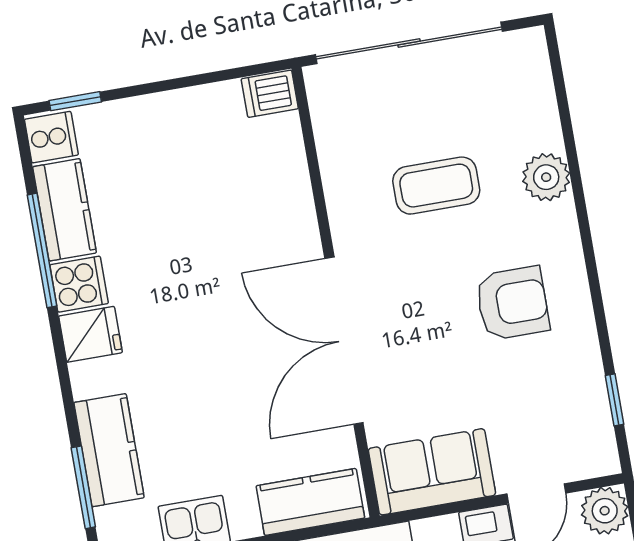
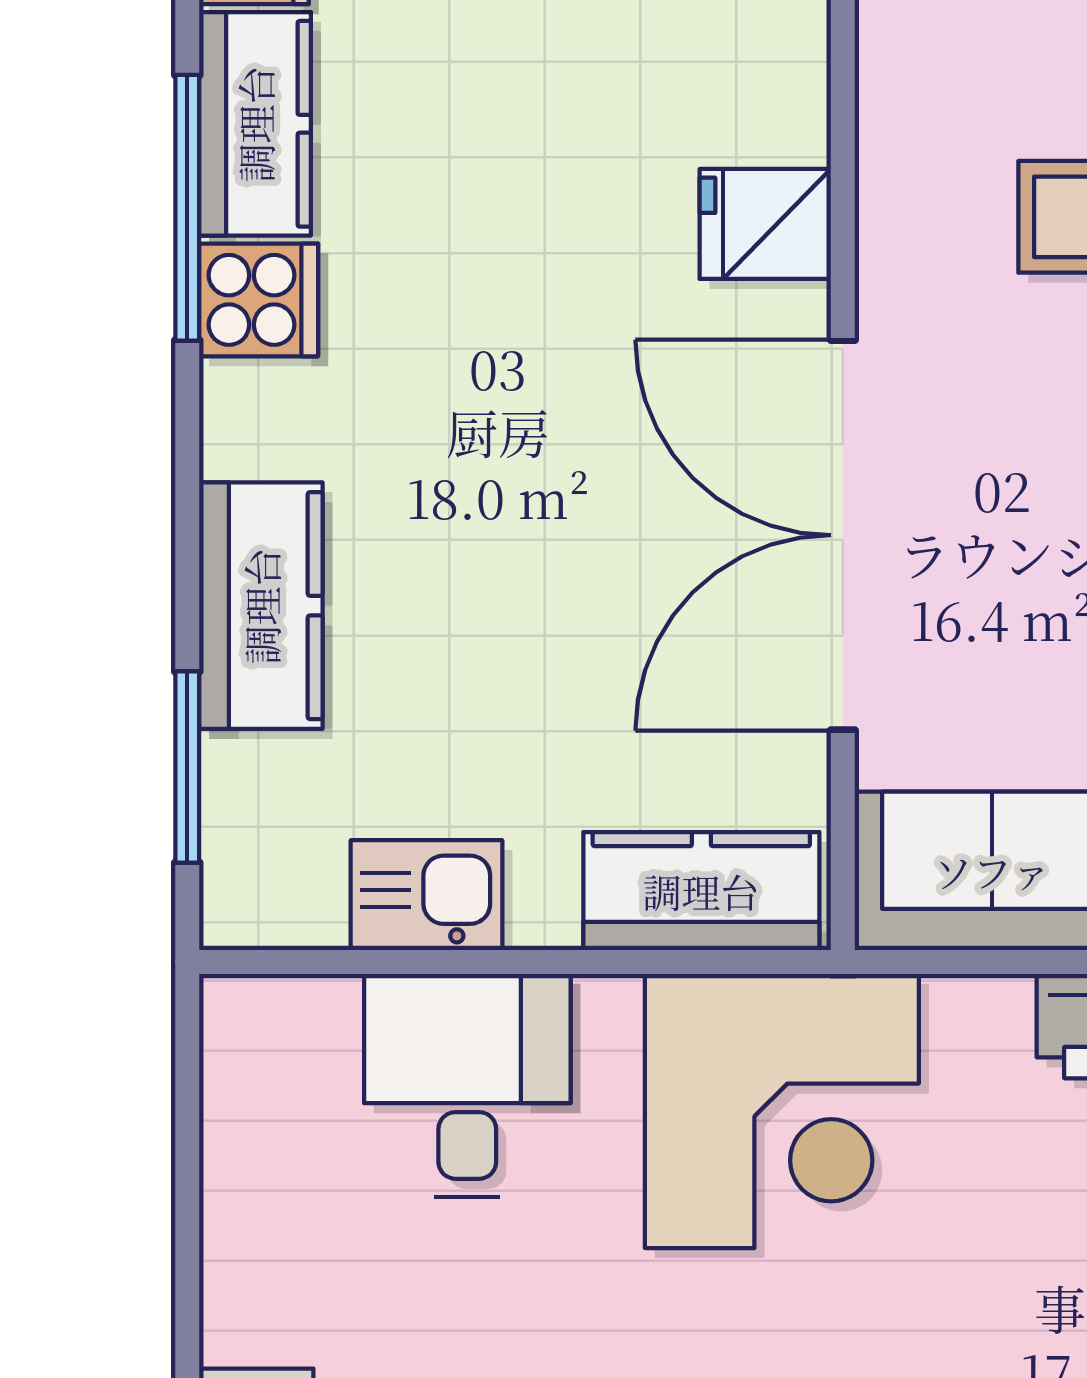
fridge: (91, 334) -> (765, 224), moved, turned 180
kitchen counter: (109, 450) -> (261, 606), moved

